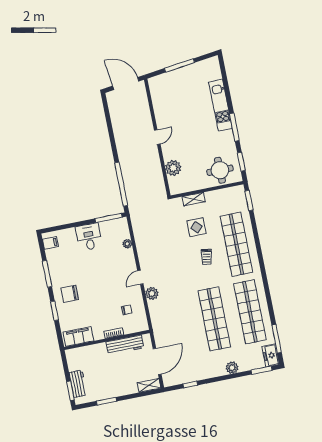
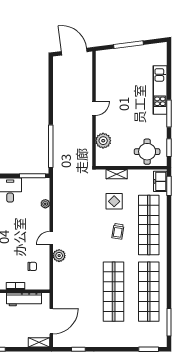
freezer: (271, 355) -> (160, 181), moved
plant: (232, 368) -> (121, 341), removed

